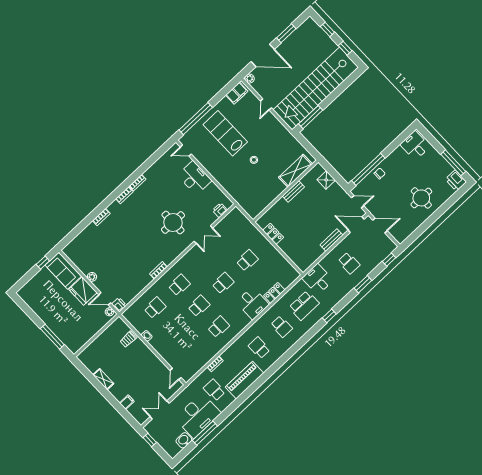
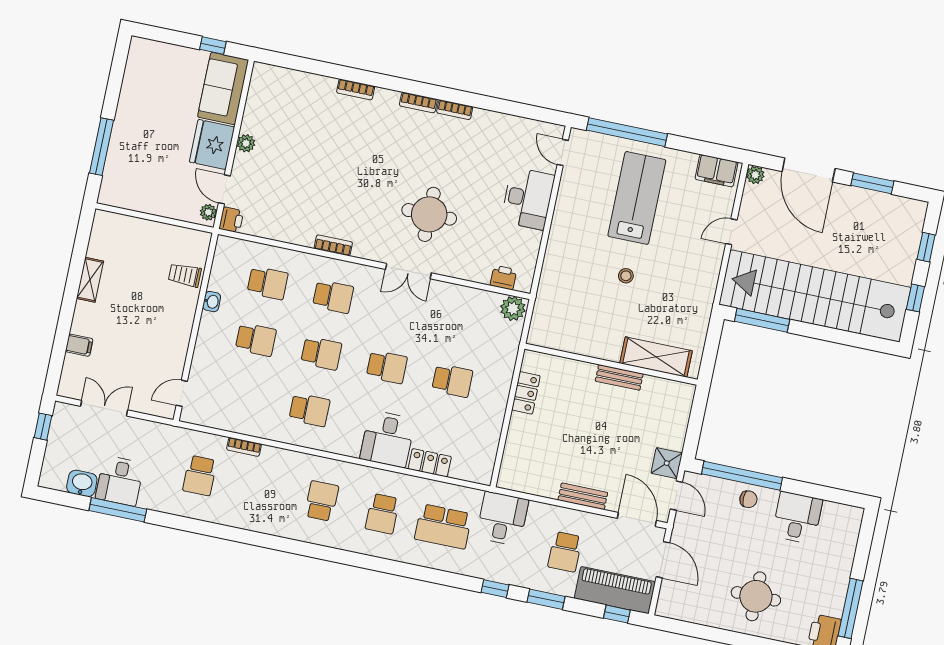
desk: (415, 145) -> (797, 518), moved
shower: (326, 180) -> (667, 463), moved
plant: (235, 215) -> (513, 309), added
double door: (203, 235) -> (408, 271), moved
window: (329, 316) -> (495, 589), moved
school desk: (175, 329) -> (256, 340), added
piano: (245, 380) -> (615, 590), moved
school desk: (214, 390) -> (200, 476), turned 180
desk: (198, 416) -> (120, 481), width x0.53, depth x0.77

